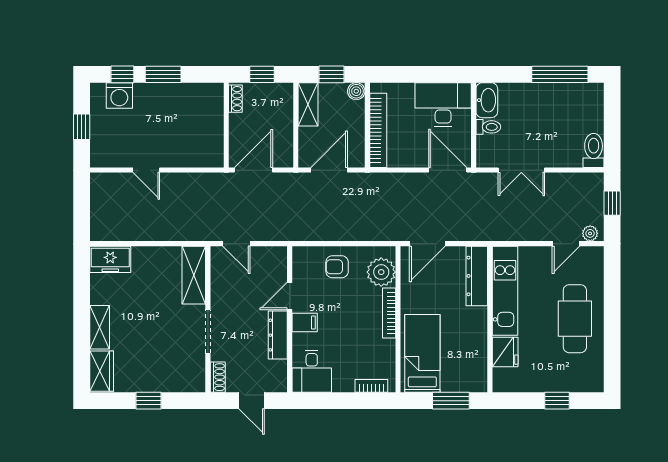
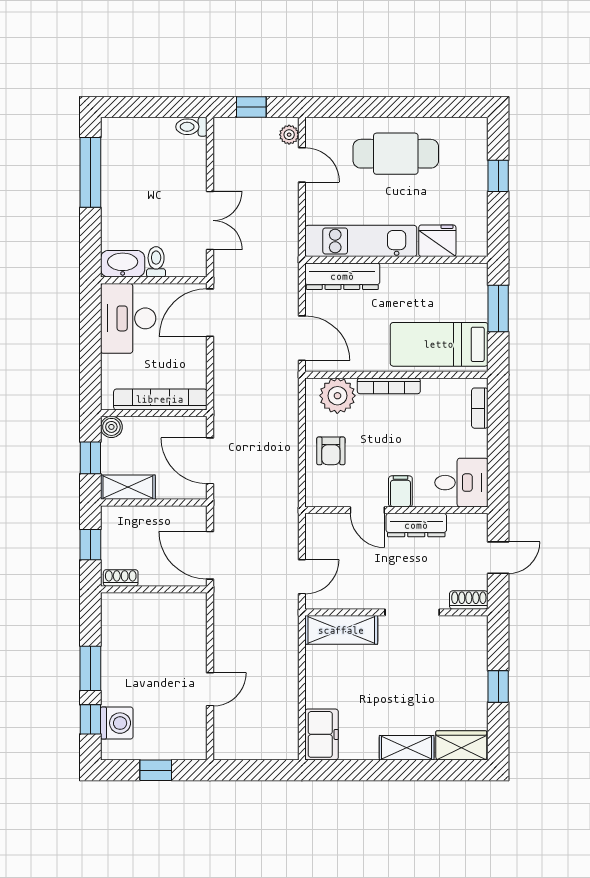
toilet: (594, 150) -> (191, 127), width x0.73, depth x0.72

